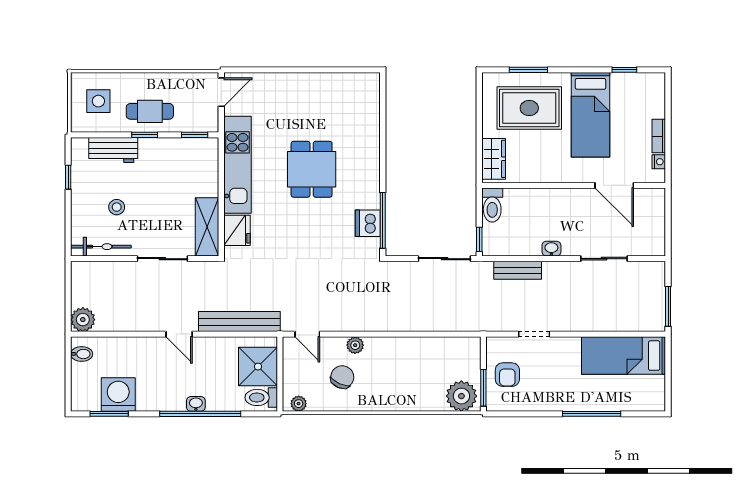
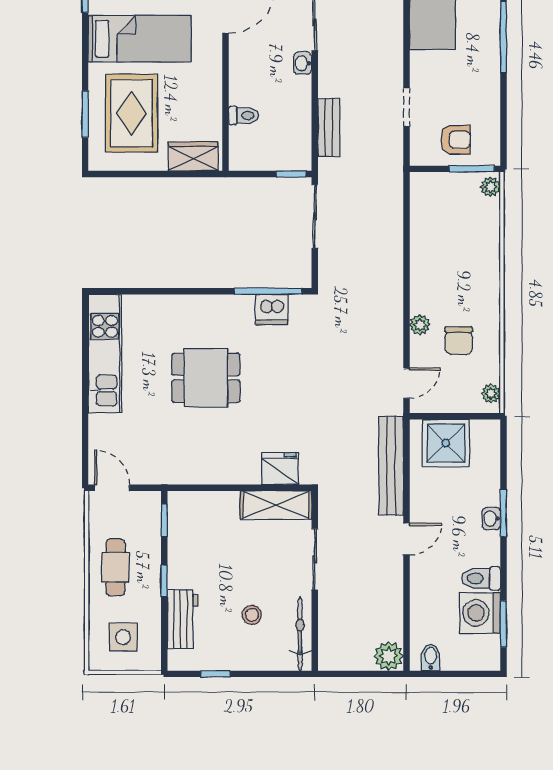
cafe table: (150, 111) -> (115, 567), moved
kitchen unit: (237, 165) -> (105, 354), moved, turned 90
toilet: (492, 205) -> (244, 115), moved, width x0.73, depth x0.72
washbasin: (551, 249) -> (303, 63), moved
chair: (342, 377) -> (459, 341), turned -114
plant: (461, 396) -> (490, 187), width x0.53, depth x0.53
toilet: (261, 397) -> (481, 578), moved, turned 90
window: (200, 414) -> (503, 513), width x0.47

